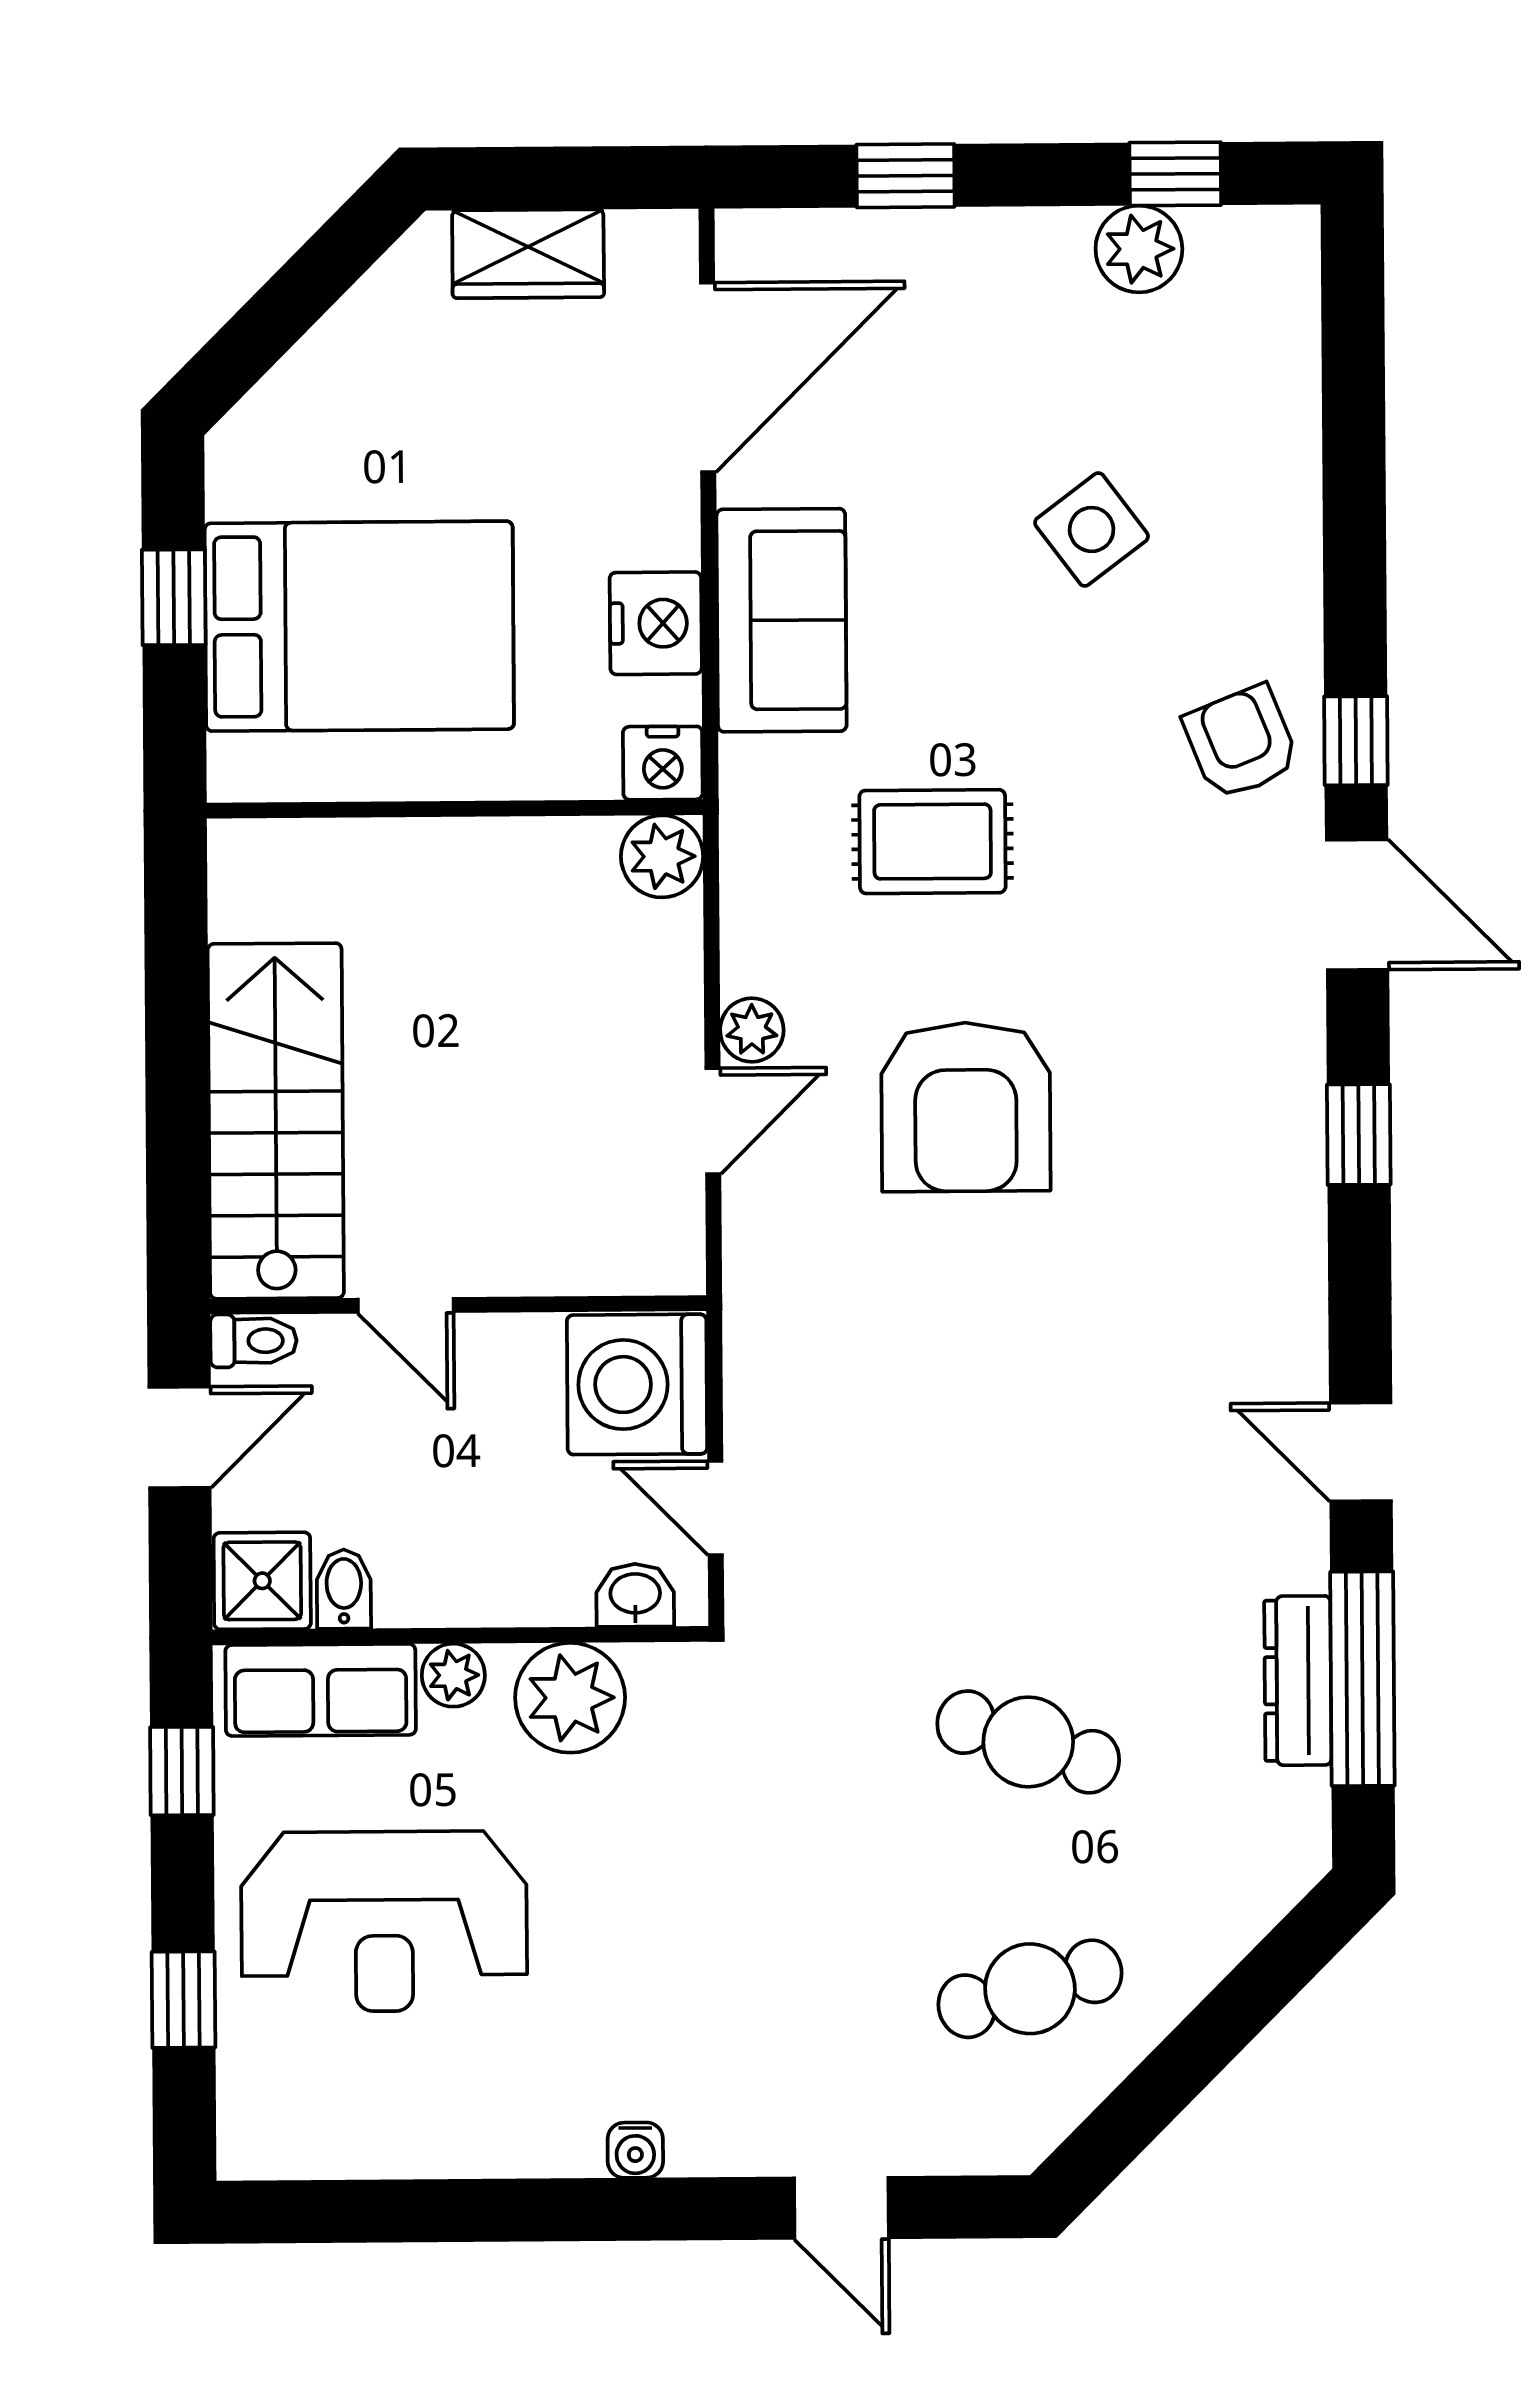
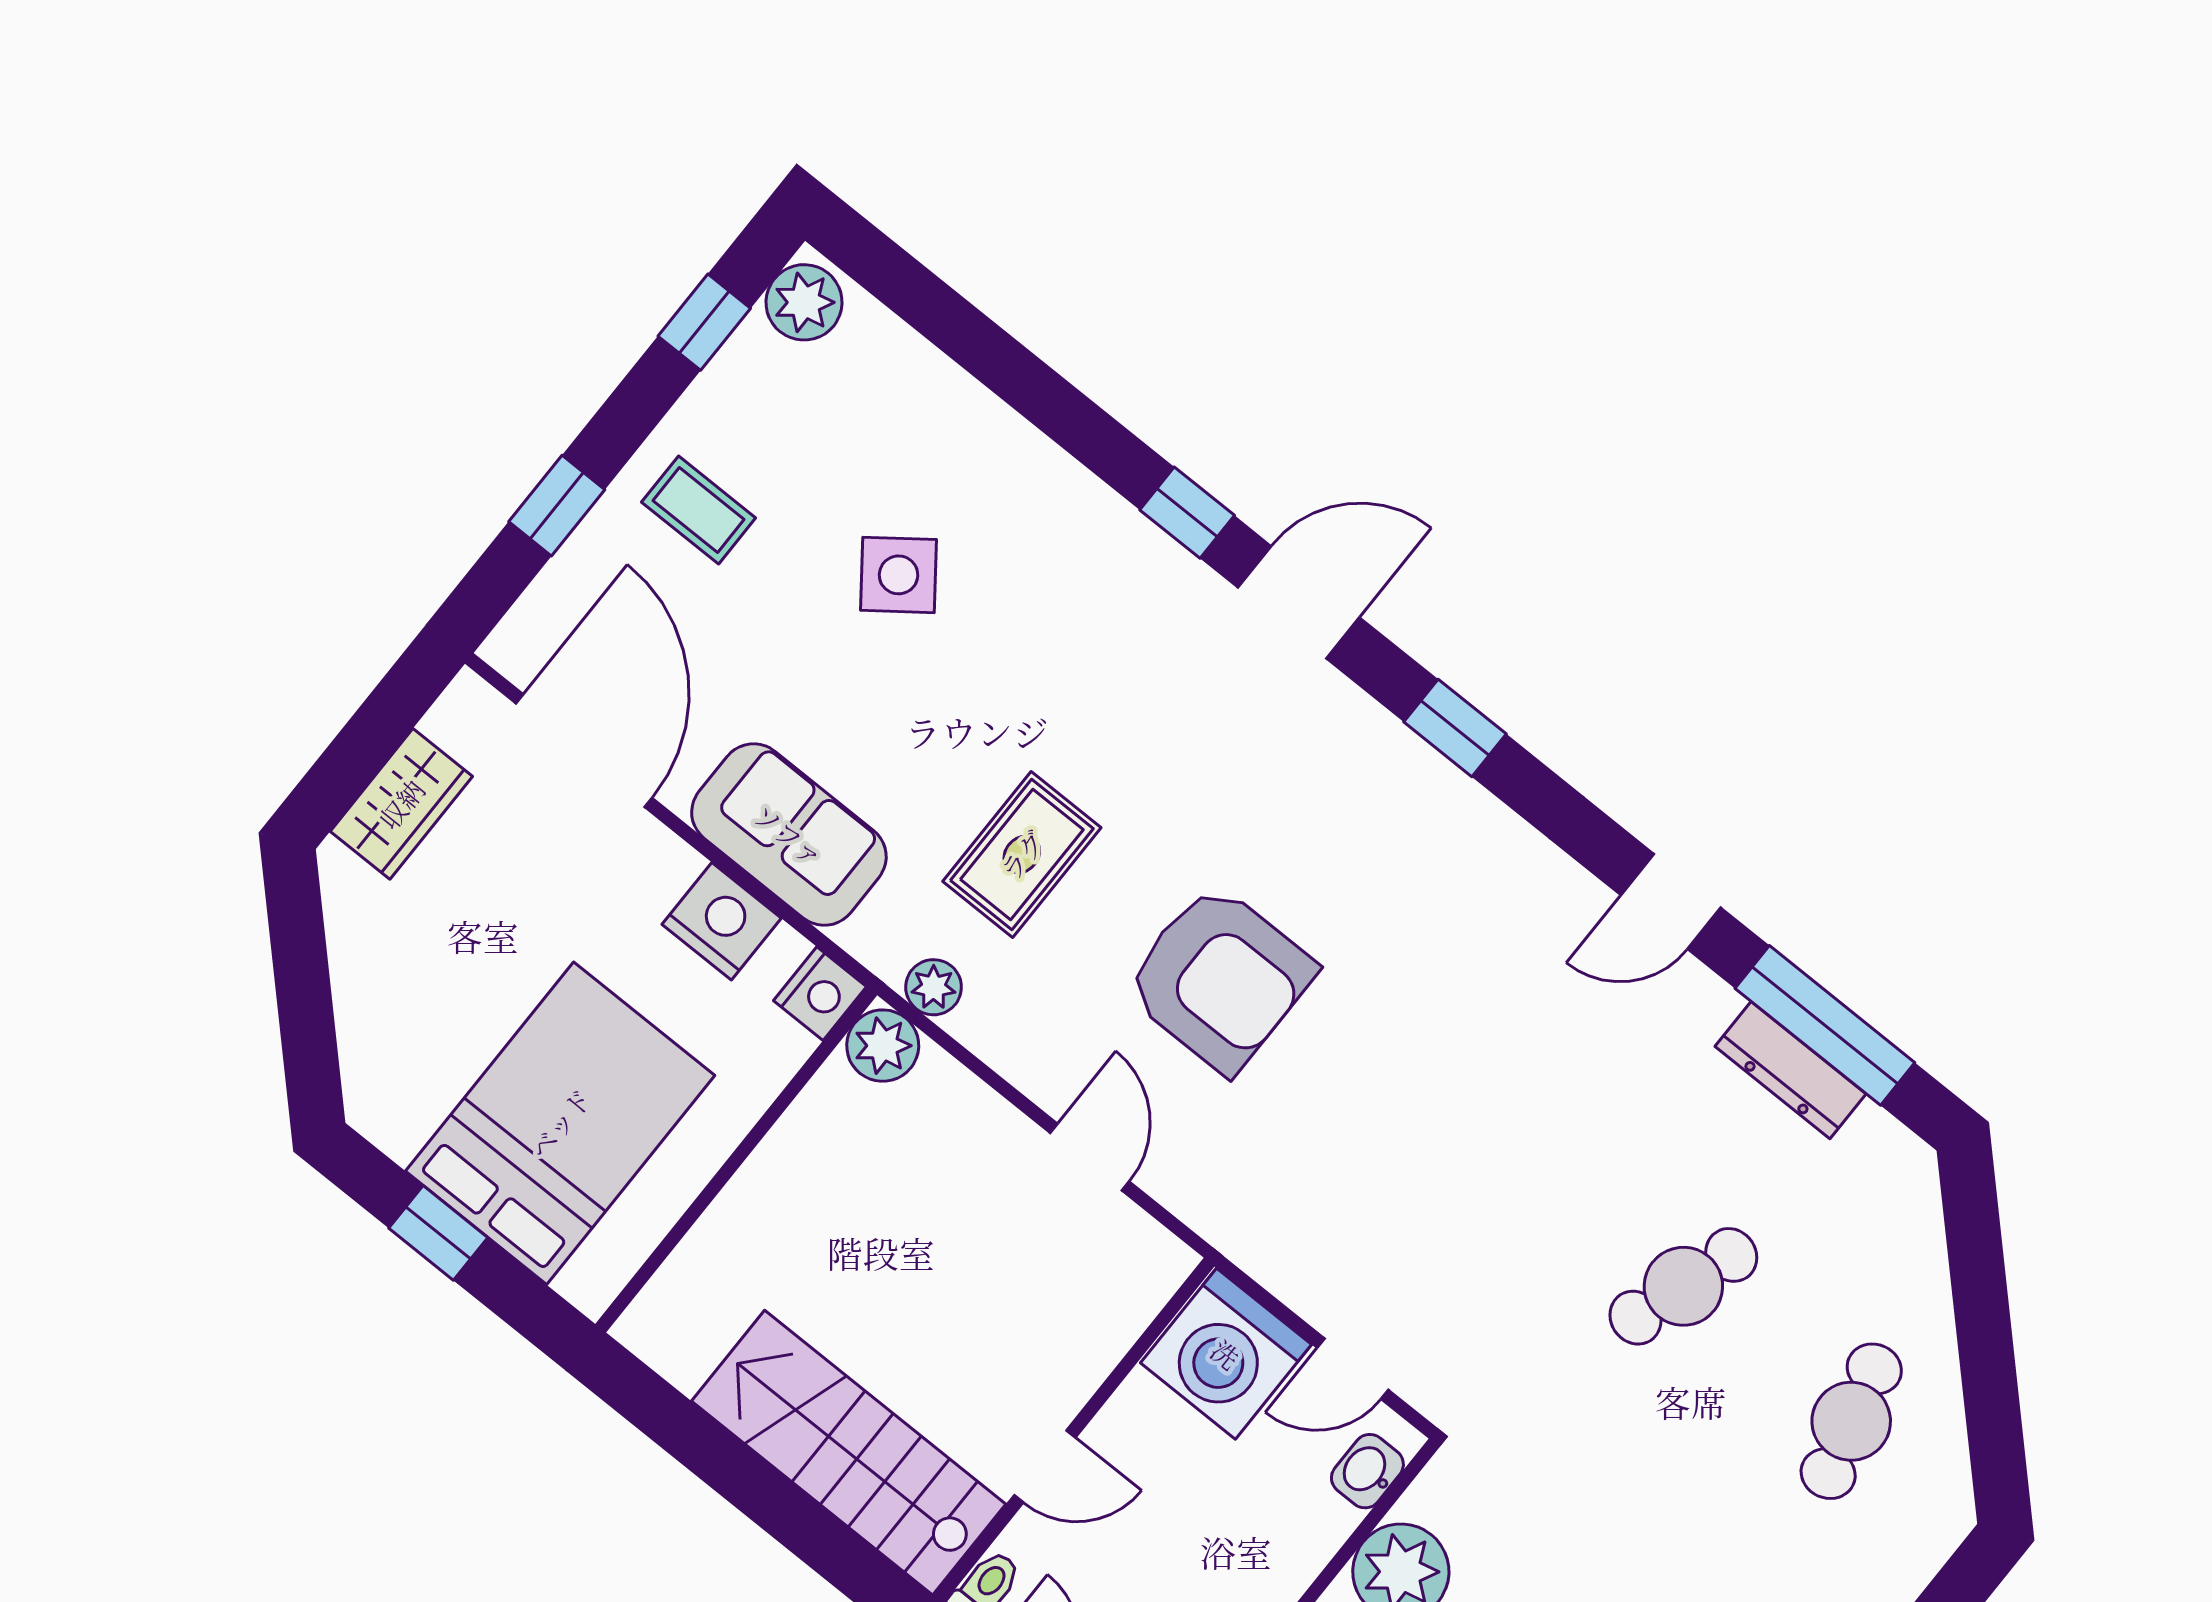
plant: (1139, 249) -> (804, 302), moved
coffee table: (1004, 305) -> (699, 510), added
armchair: (1241, 742) -> (1125, 591), removed
plant: (752, 1030) -> (934, 987), moved

